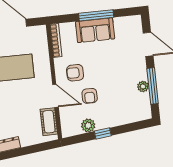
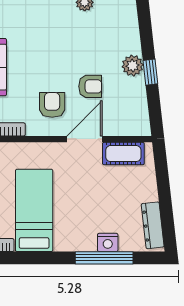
armchair: (75, 73) -> (52, 105), turned 180
plant: (88, 125) -> (133, 66), moved

